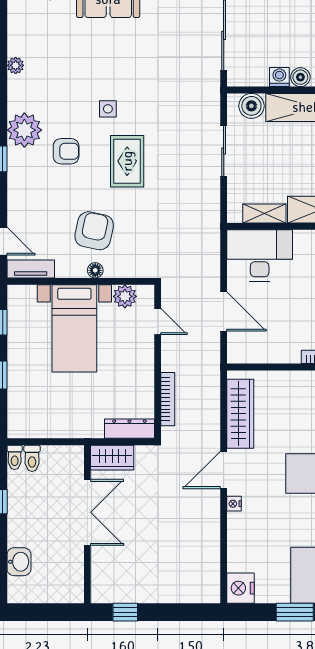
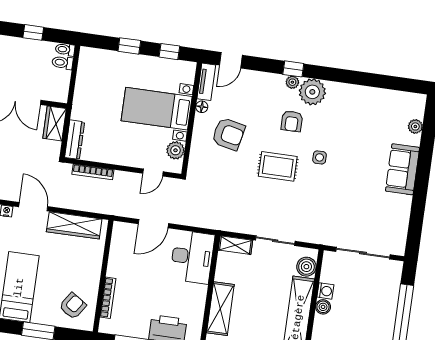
plant: (16, 65) -> (292, 82), moved
shelving: (264, 213) -> (235, 245), moved, turned 90
floor lamp: (95, 270) -> (202, 107), moved

